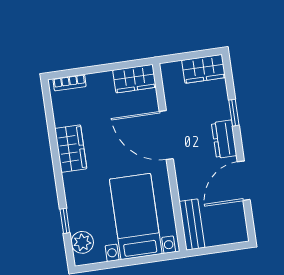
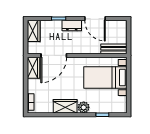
door: (166, 135) -> (54, 55), moved
plant: (82, 242) -> (84, 107), moved

